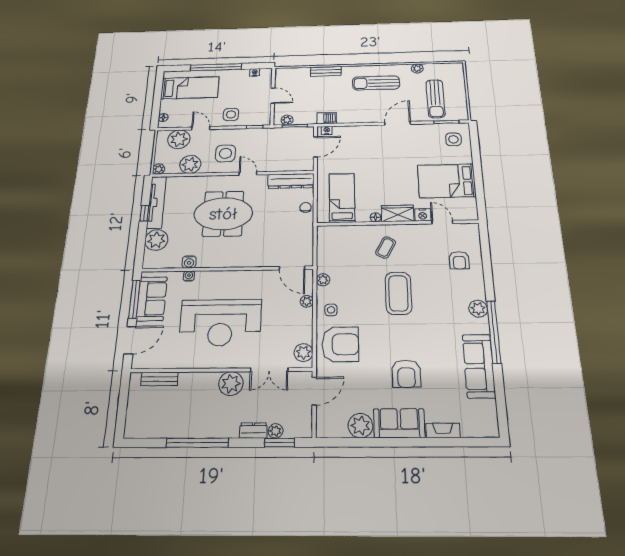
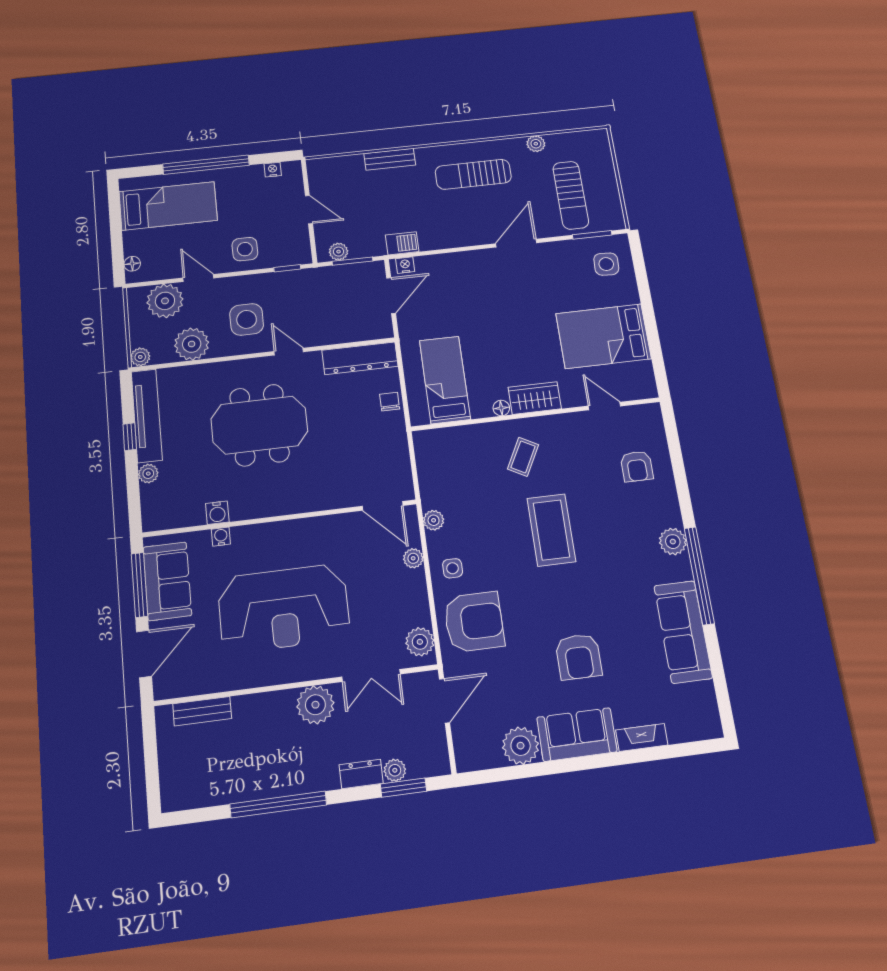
nightstand: (423, 215) -> (573, 397), removed
plant: (156, 240) -> (148, 474), width x0.53, depth x0.53

